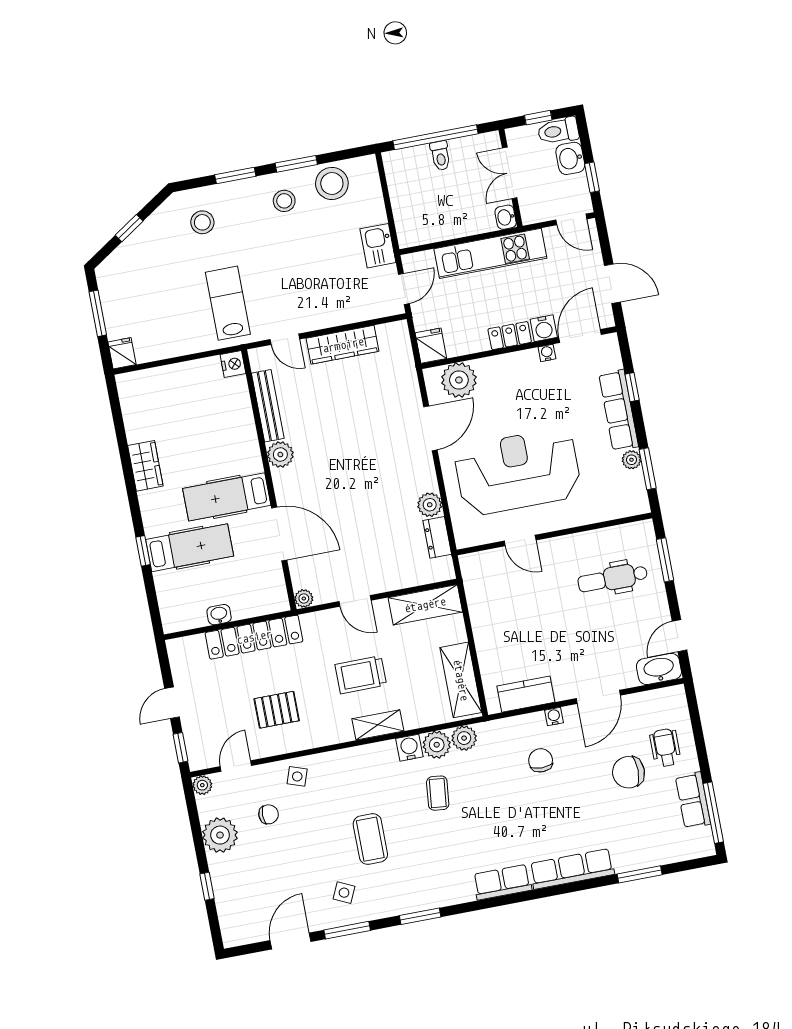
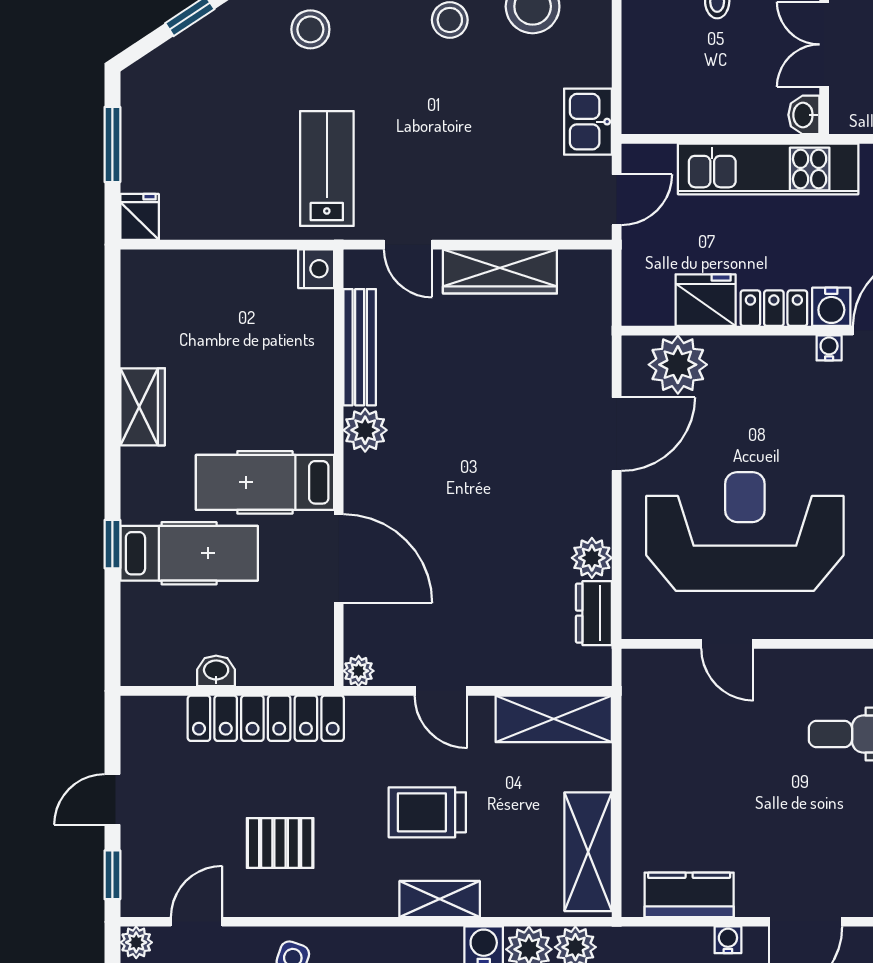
fridge: (431, 346) -> (706, 300), moved, width x1.38

